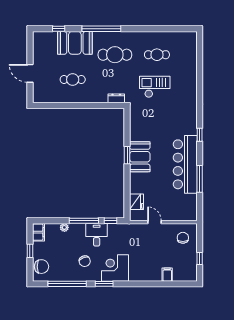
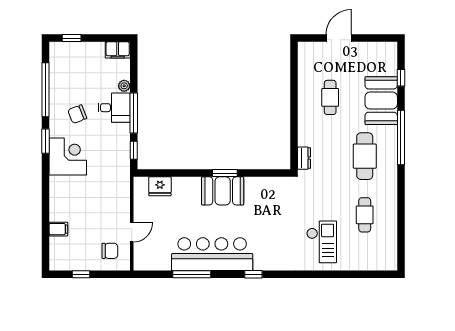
checkout: (155, 87) -> (322, 242), moved
door: (155, 222) -> (132, 232), moved
desk: (97, 235) -> (114, 108), moved
window: (30, 251) -> (72, 38), moved
chair: (41, 267) -> (70, 54), removed

